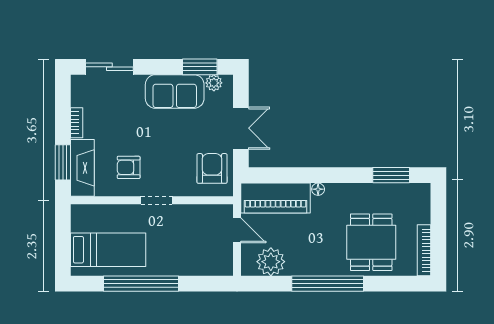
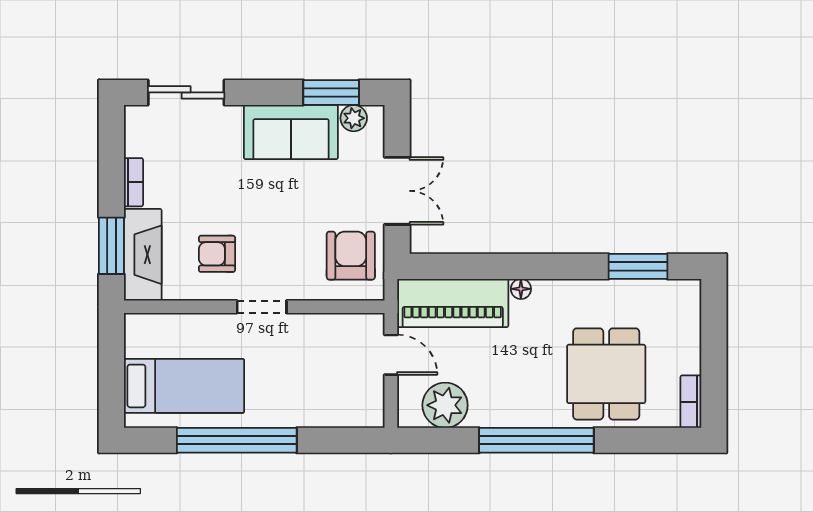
bookcase: (424, 250) -> (691, 402), width x0.64

